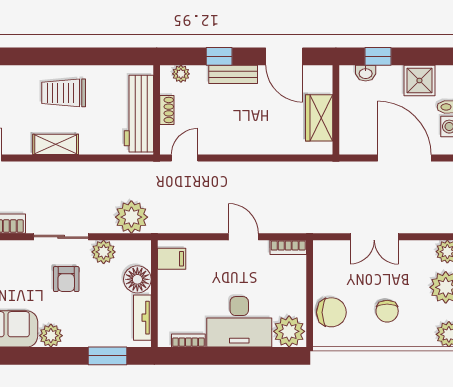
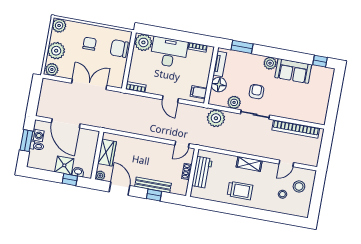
plant: (181, 74) -> (100, 176), moved
bench: (233, 74) -> (153, 185), width x1.36
shower: (419, 80) -> (64, 165), moved
workbench: (139, 114) -> (202, 172), width x0.73
door: (243, 237) -> (170, 99), moved
double door: (374, 237) -> (89, 84), width x1.37

